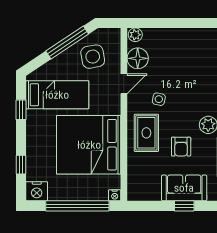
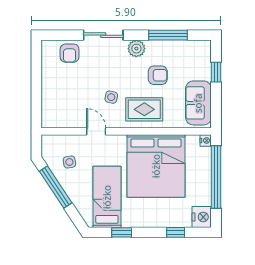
plant: (135, 35) -> (48, 120), removed
side table: (93, 57) -> (69, 162), width x0.54, depth x0.54
armchair: (204, 57) -> (70, 53), added
floor lamp: (138, 58) -> (71, 118), removed
sofa: (184, 188) -> (198, 103), moved

